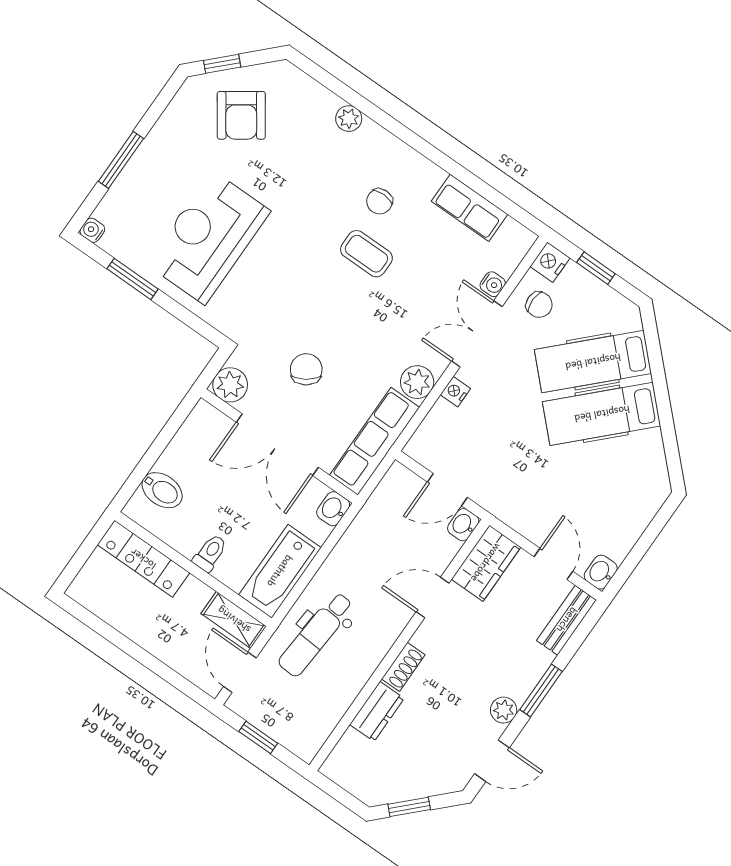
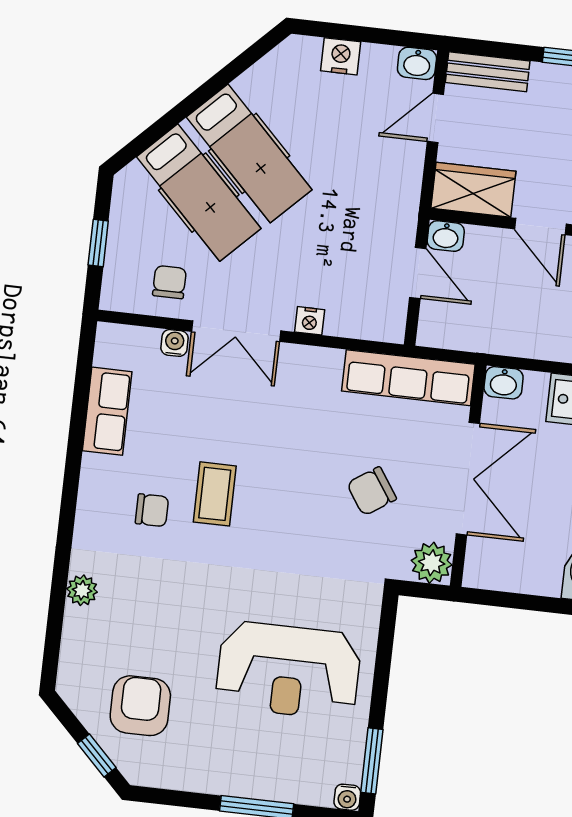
armchair: (241, 115) -> (140, 706), turned -55
nightstand: (550, 262) -> (341, 56), moved, turned 180
window: (132, 279) -> (372, 761), moved
plant: (417, 382) -> (321, 367), removed

